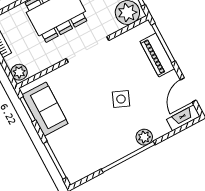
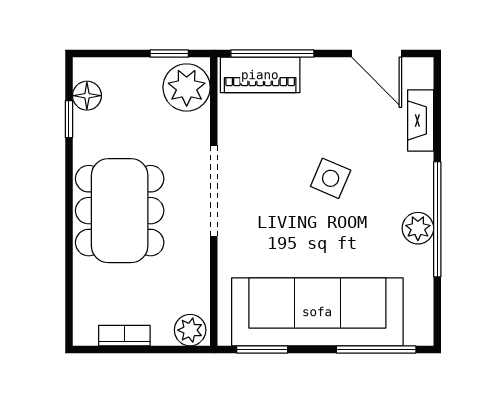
piano: (157, 55) -> (260, 75), moved
sofa: (45, 109) -> (317, 312), width x1.85, depth x1.27
fireplace: (183, 118) -> (421, 120), moved
plant: (144, 137) -> (418, 228), moved

